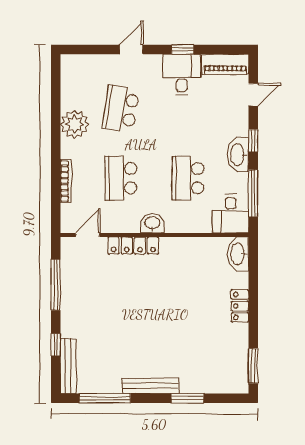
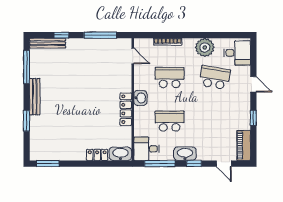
desk: (182, 74) -> (237, 53), moved
locker: (133, 245) -> (126, 109), moved
locker: (240, 306) -> (97, 155), moved

